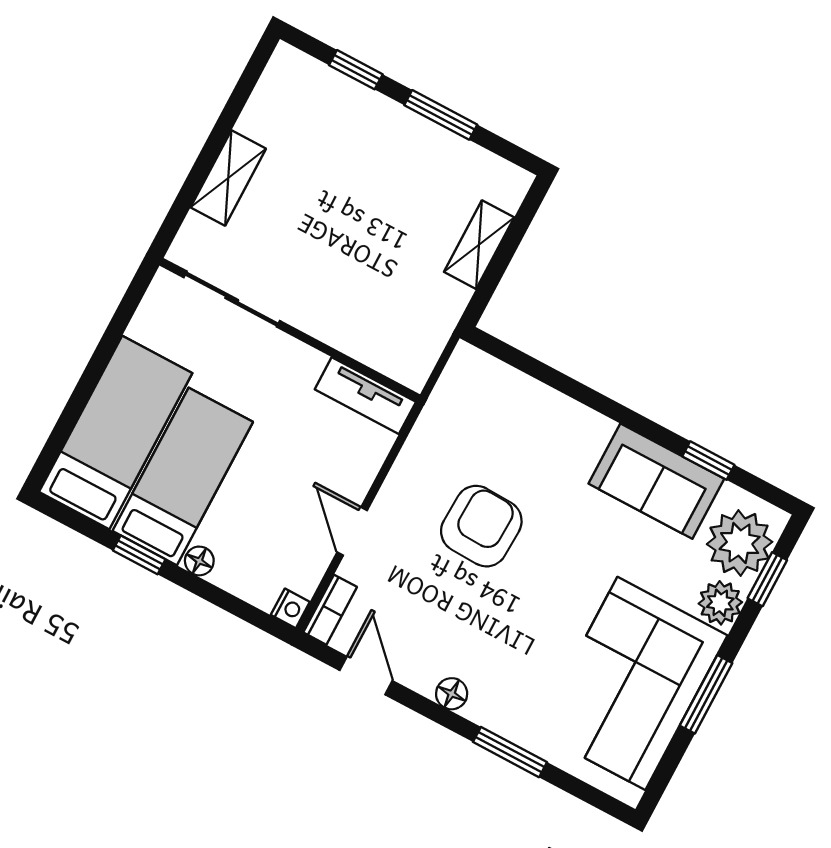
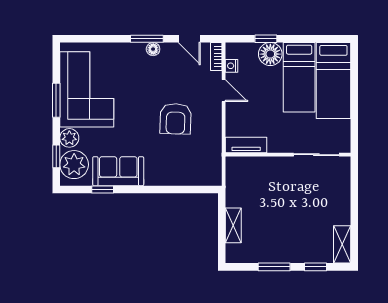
shelving: (228, 178) -> (342, 244), moved
window: (139, 555) -> (266, 39), moved
floor lamp: (199, 561) -> (270, 54), width x1.89, depth x1.89
nightstand: (290, 608) -> (232, 66), moved
window: (510, 752) -> (147, 39), moved

